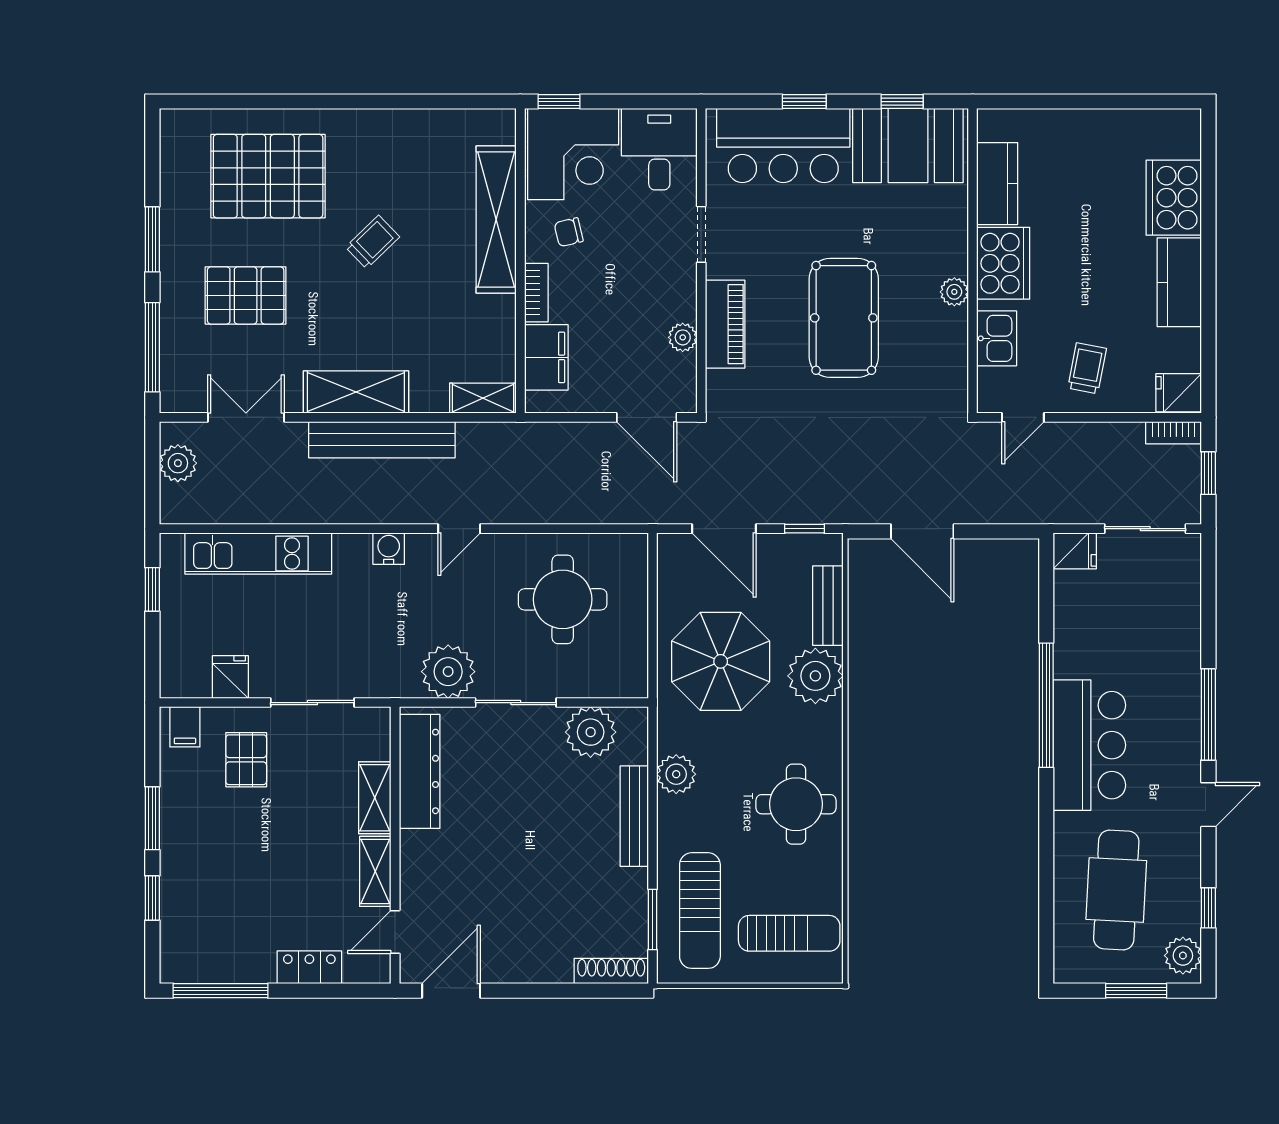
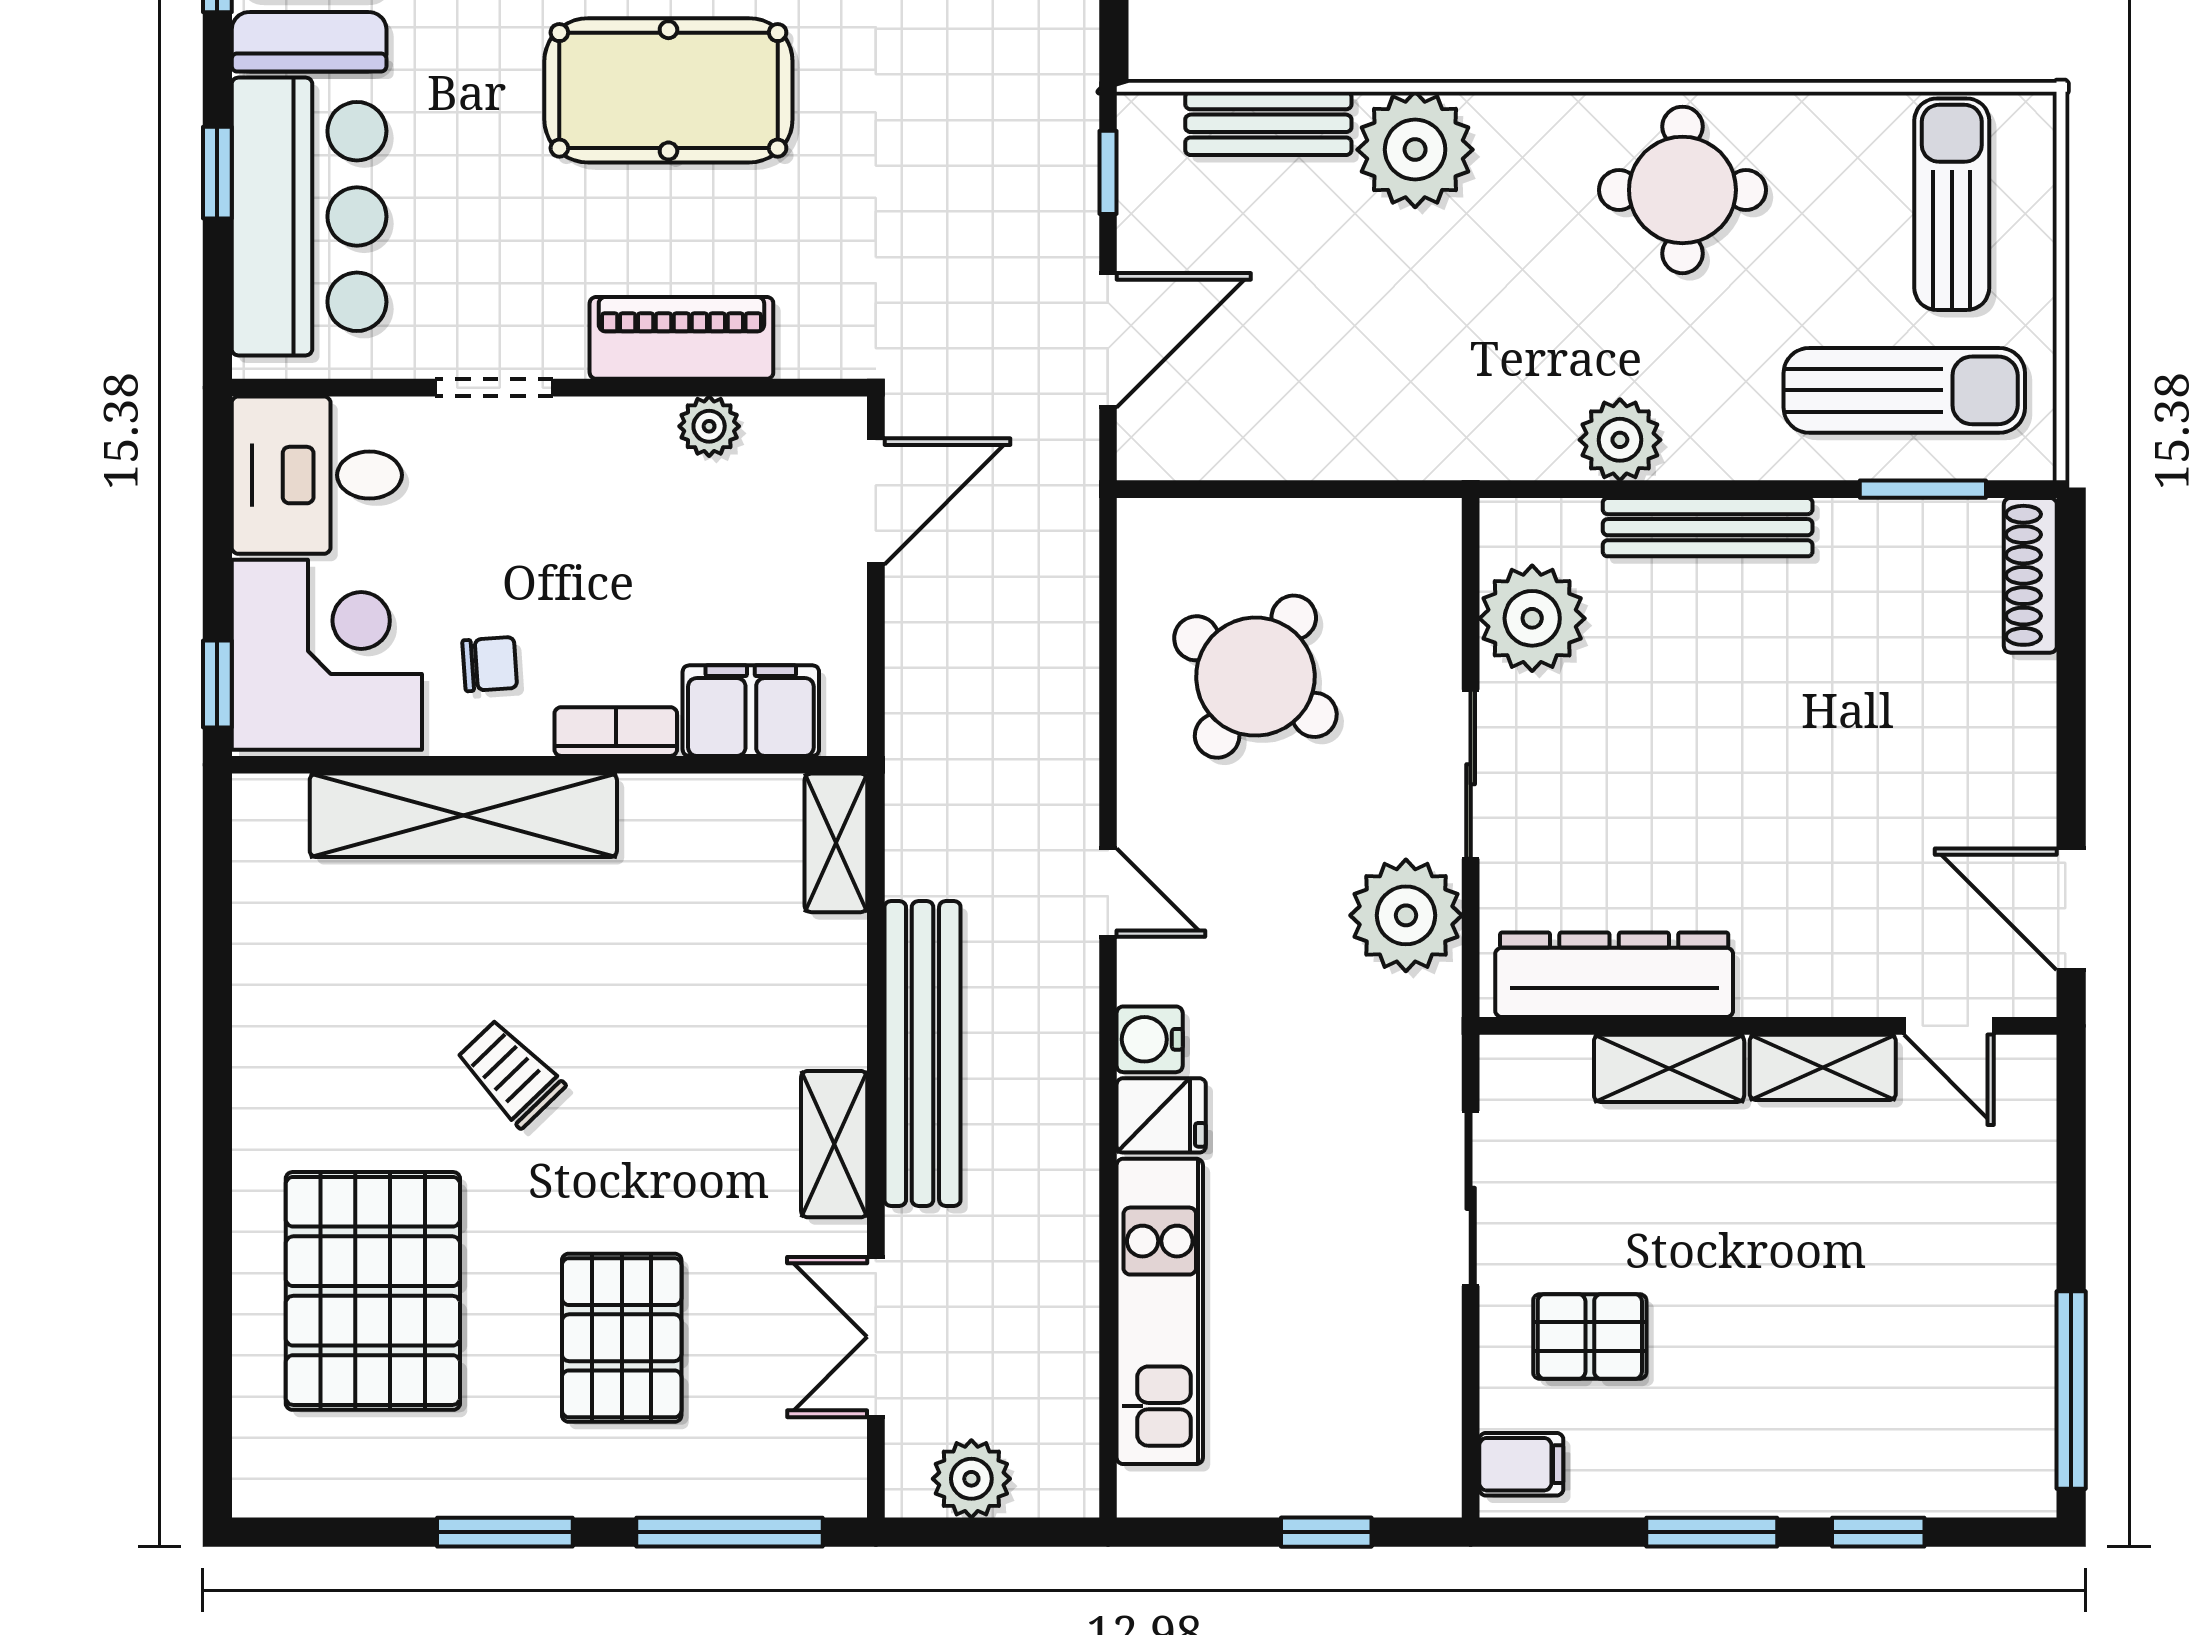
chair: (569, 232) -> (490, 664), turned -81
shelving: (356, 392) -> (834, 1144), width x0.67, depth x0.75
window: (152, 589) -> (1326, 1532), moved
round table: (563, 599) -> (1255, 677), turned 33
parasol: (721, 661) -> (1385, 347), removed
fridge: (230, 677) -> (1161, 1115), moved, turned 180
locker: (309, 967) -> (2023, 1205), removed

